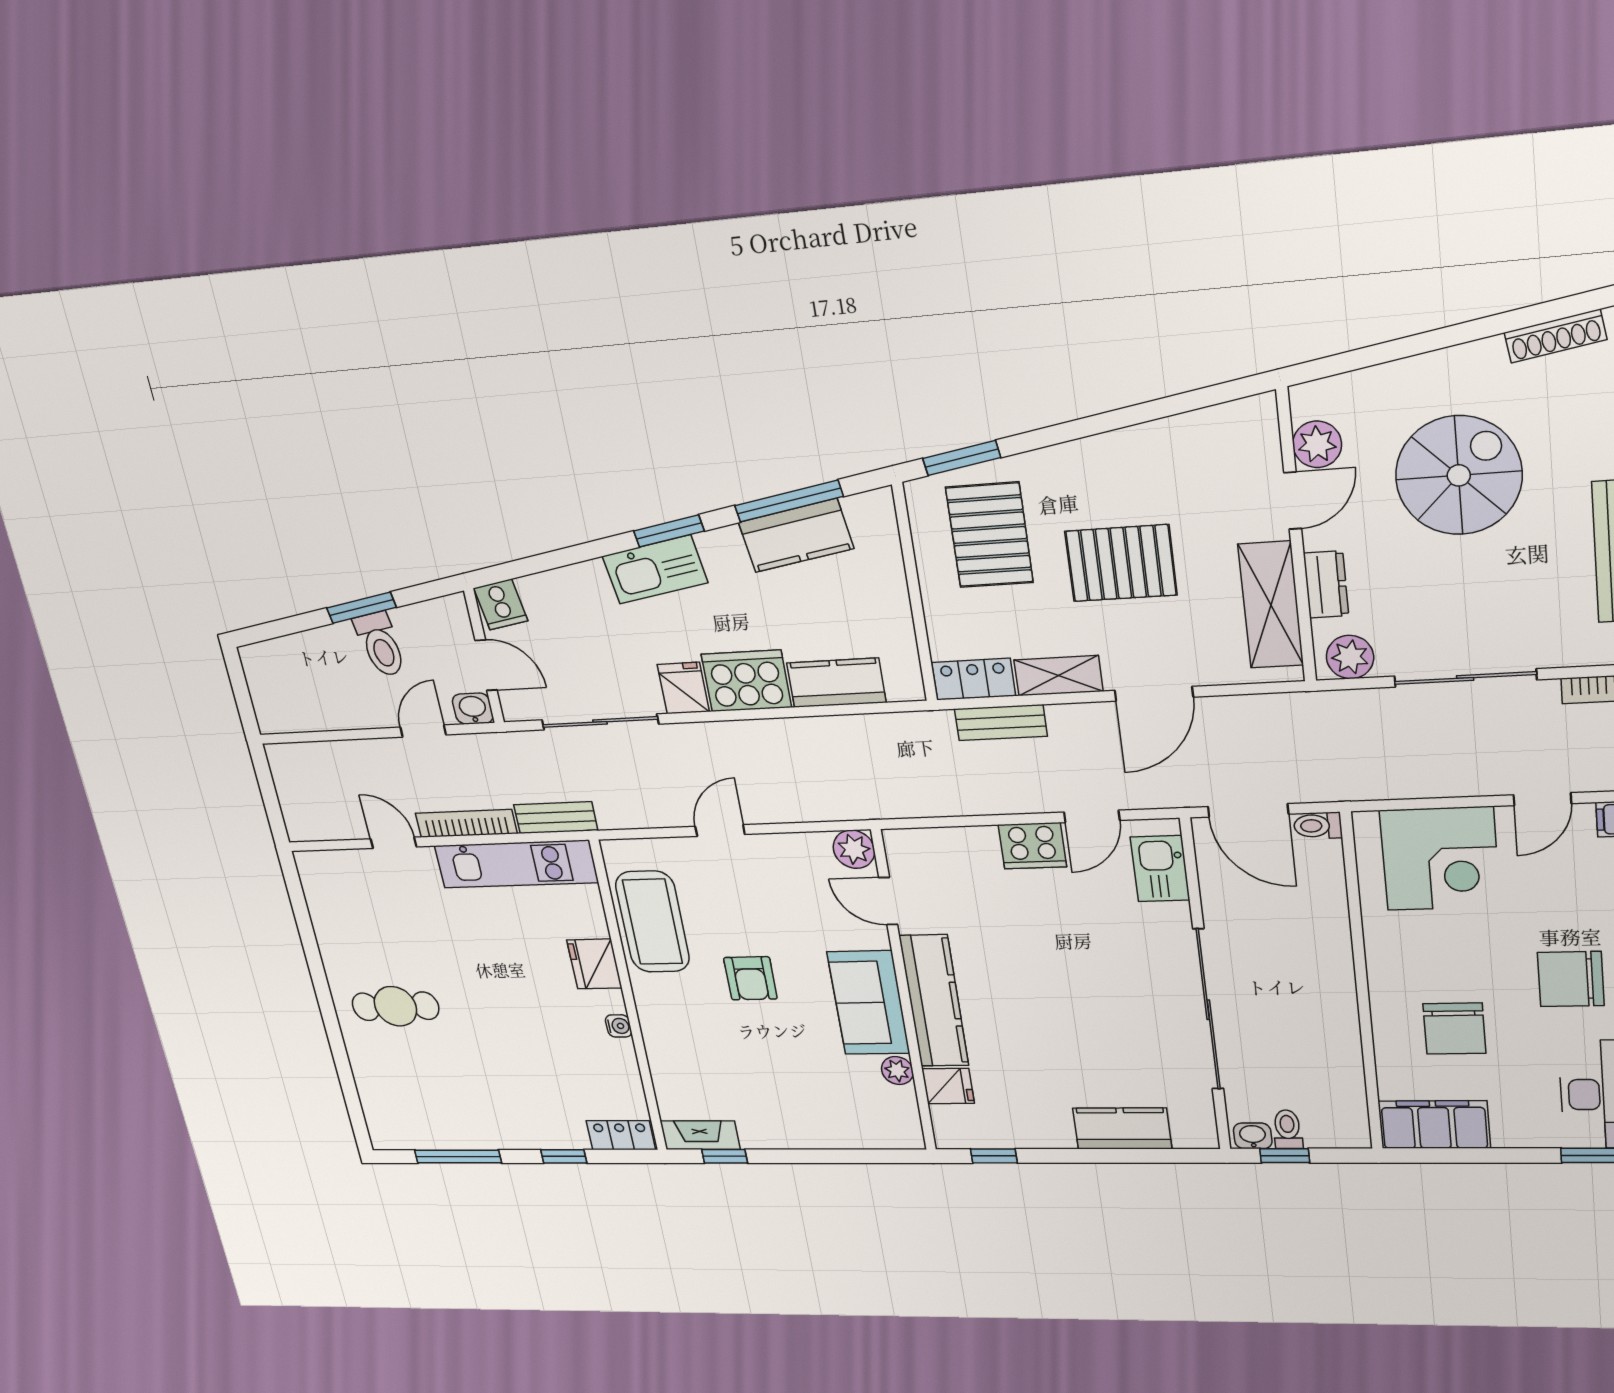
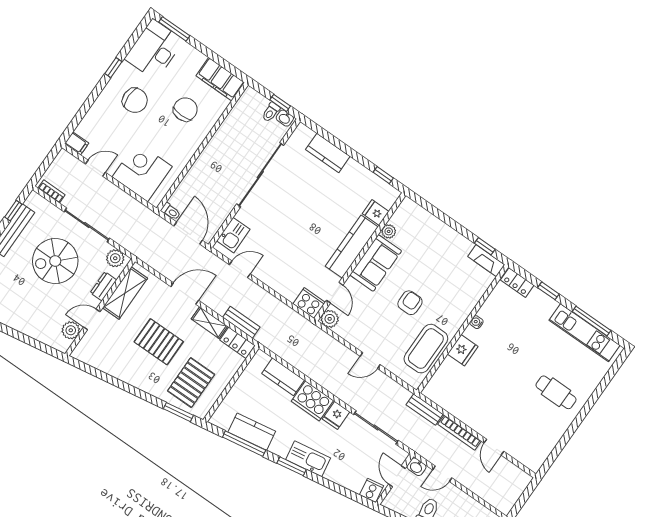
spiral stairs: (1459, 475) -> (55, 261), moved
cooker: (1032, 846) -> (309, 303), moved
kitchen unit: (516, 864) -> (584, 333), moved, turned 180

